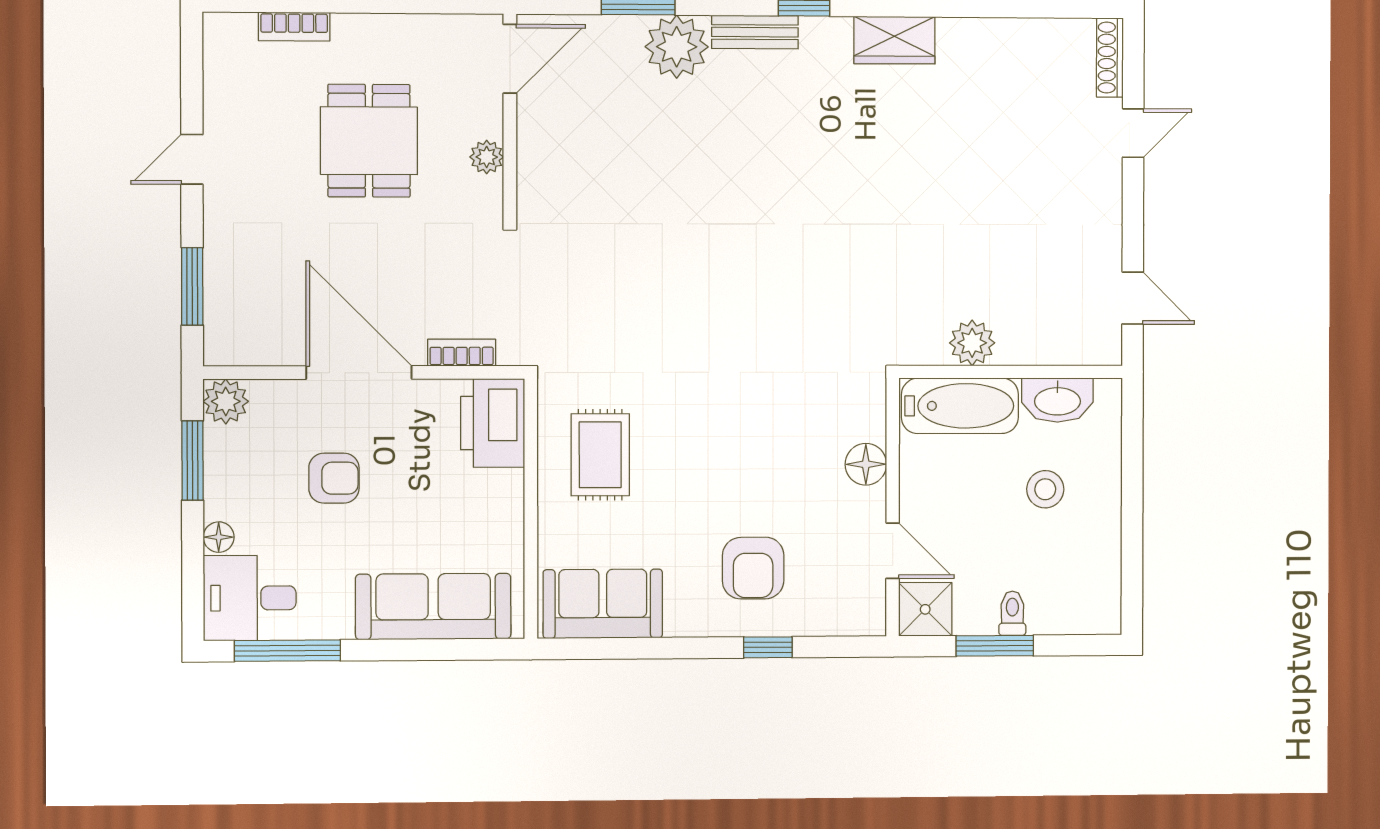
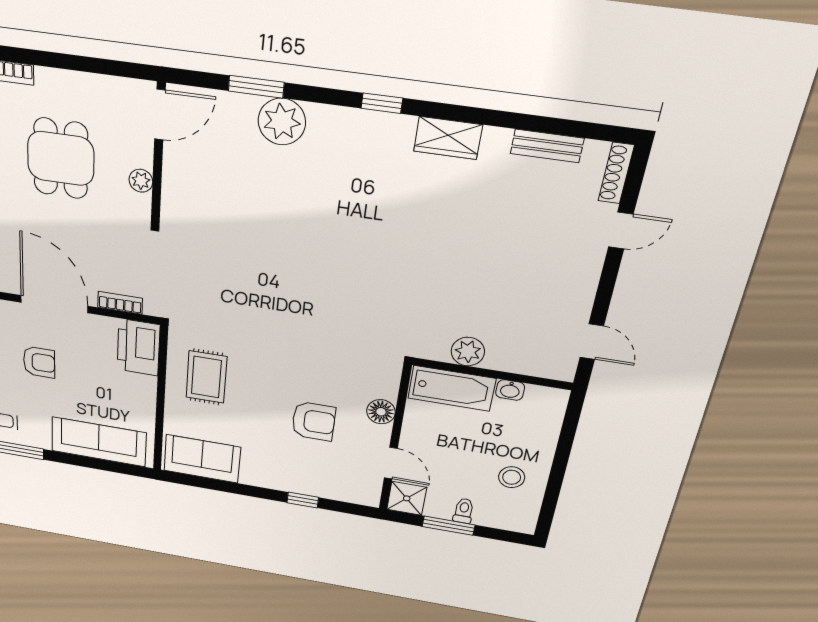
bench: (755, 32) -> (547, 146), moved
washbasin: (1057, 400) -> (510, 390), width x0.52, depth x0.69
stool: (1045, 489) -> (512, 477), moved
armchair: (753, 568) -> (313, 421), moved, turned -90

